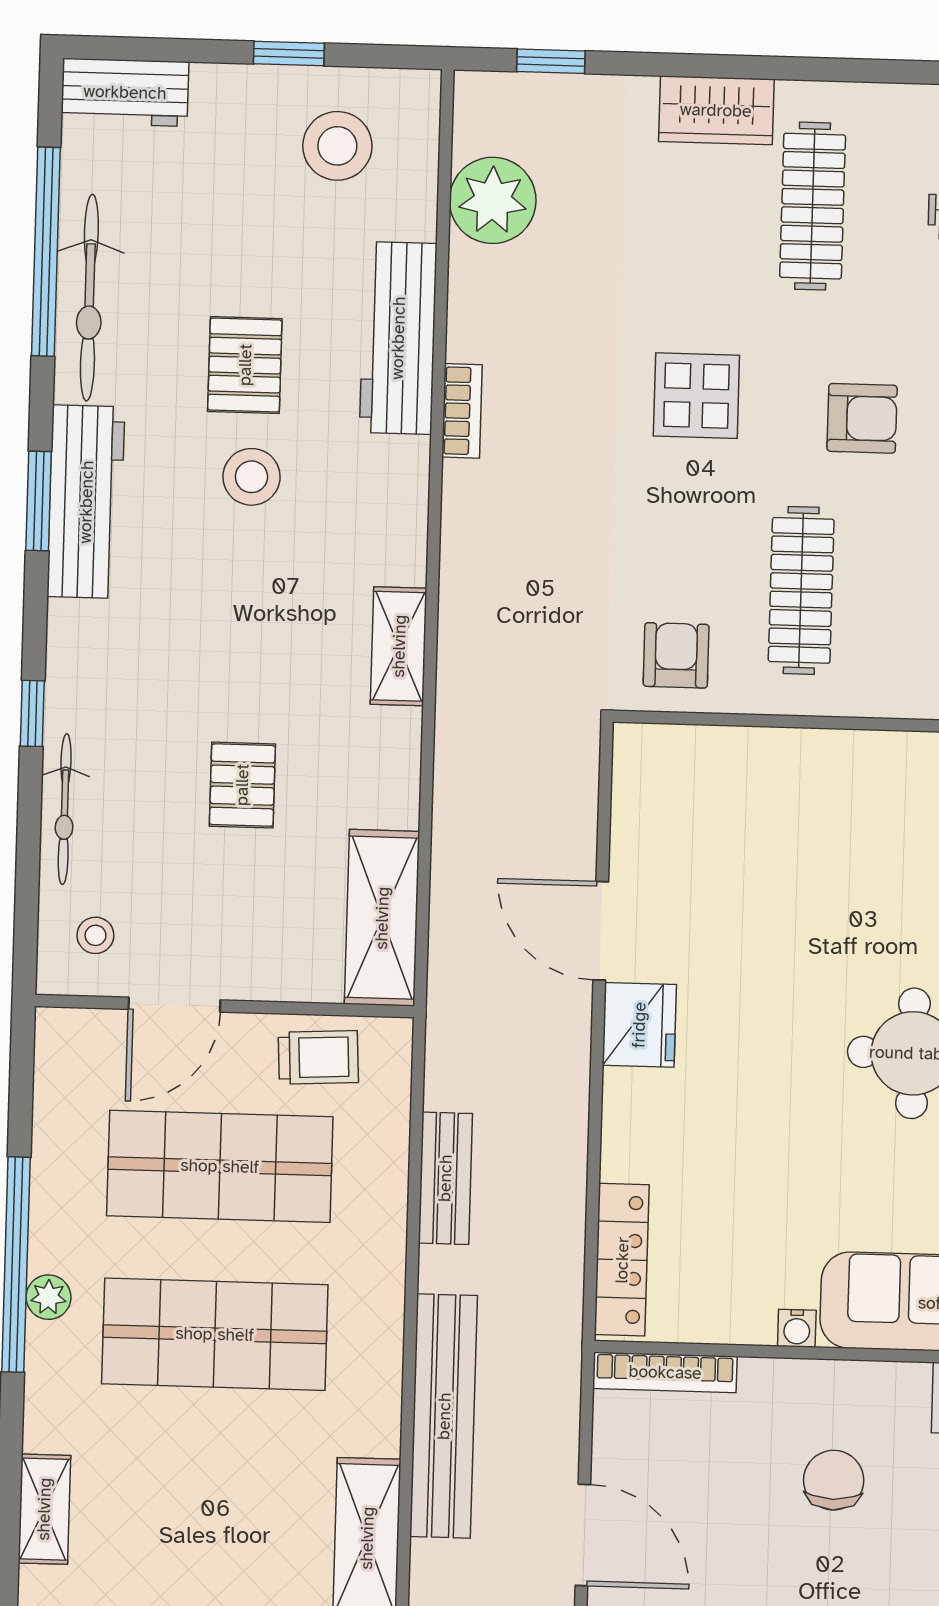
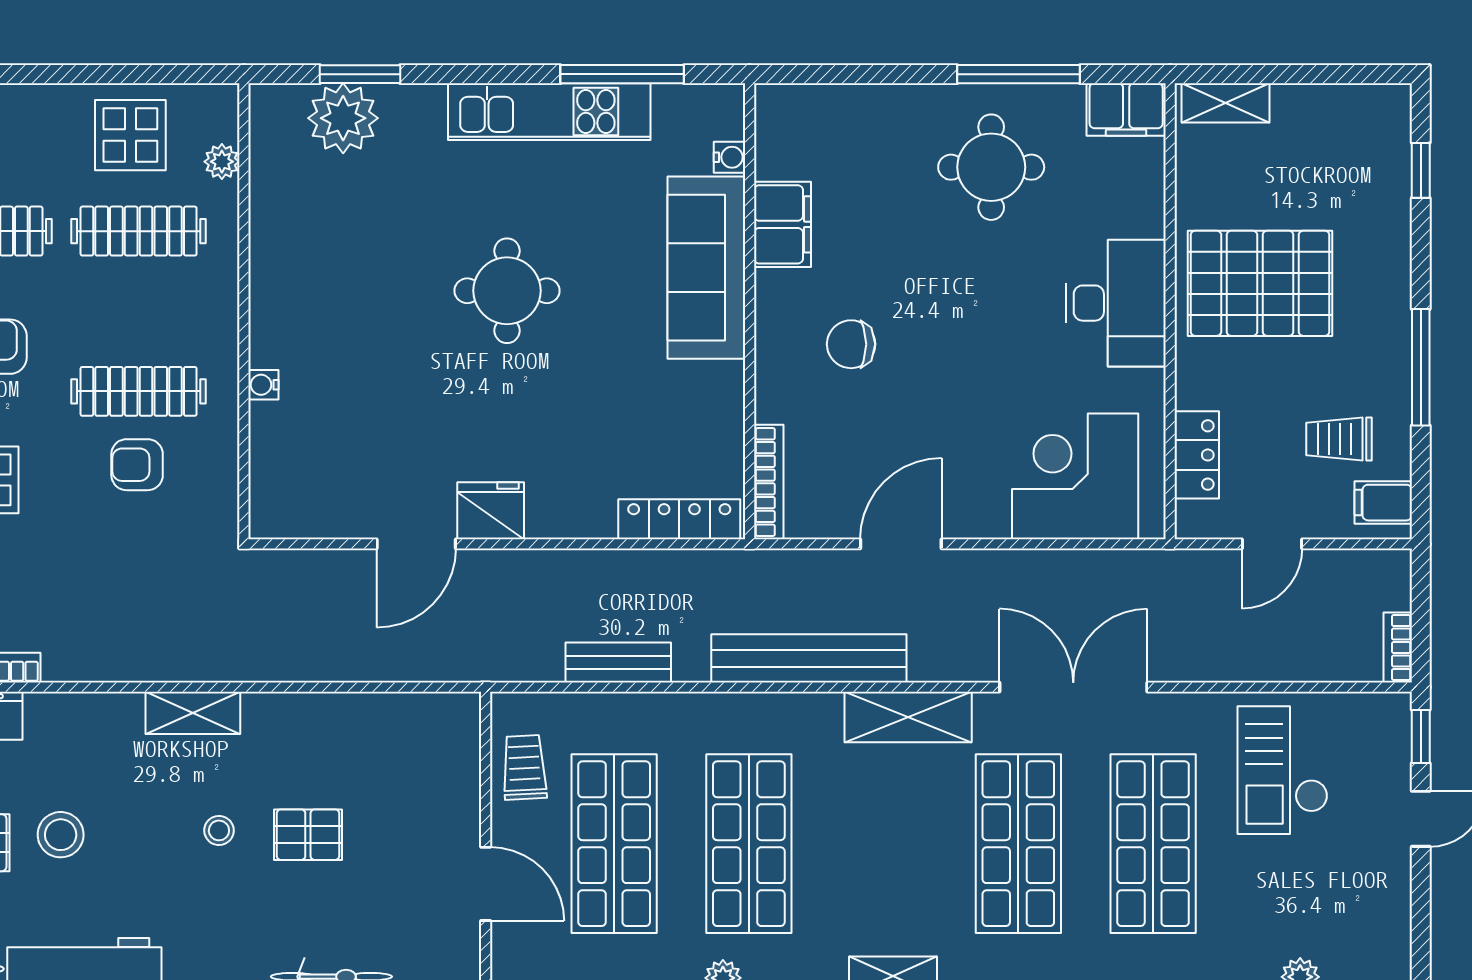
armchair: (676, 655) -> (137, 465), moved
shelving: (382, 918) -> (411, 720), removed
stool: (95, 935) -> (219, 830), moved
water cooler: (797, 1328) -> (263, 385), moved, turned 180

